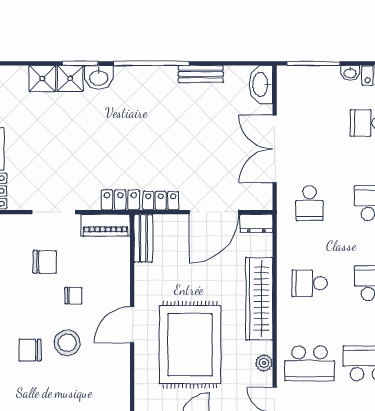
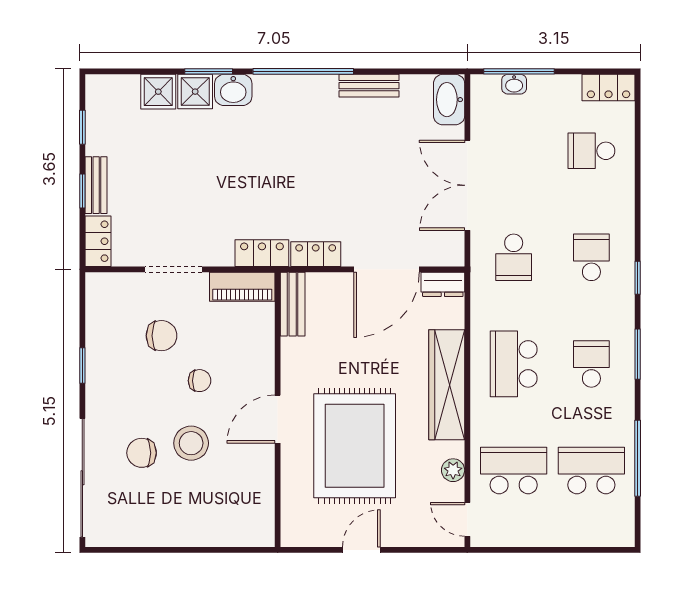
washbasin: (350, 73) -> (514, 84), moved
school desk: (309, 283) -> (514, 364), width x1.85
school desk: (309, 363) -> (514, 470), turned 180

